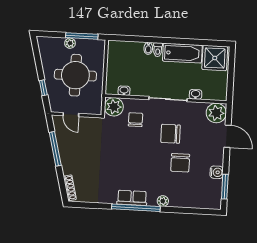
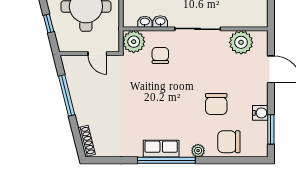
washbasin: (196, 94) -> (160, 22), moved
plant: (216, 113) -> (241, 42), moved
door: (71, 115) -> (97, 54), moved
chair: (170, 134) -> (229, 142), moved

